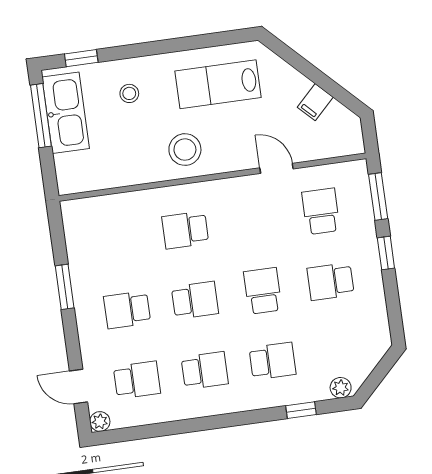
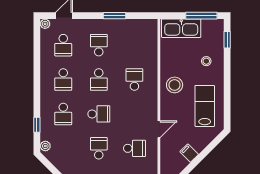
kitchen sink: (66, 113) -> (181, 28), moved

